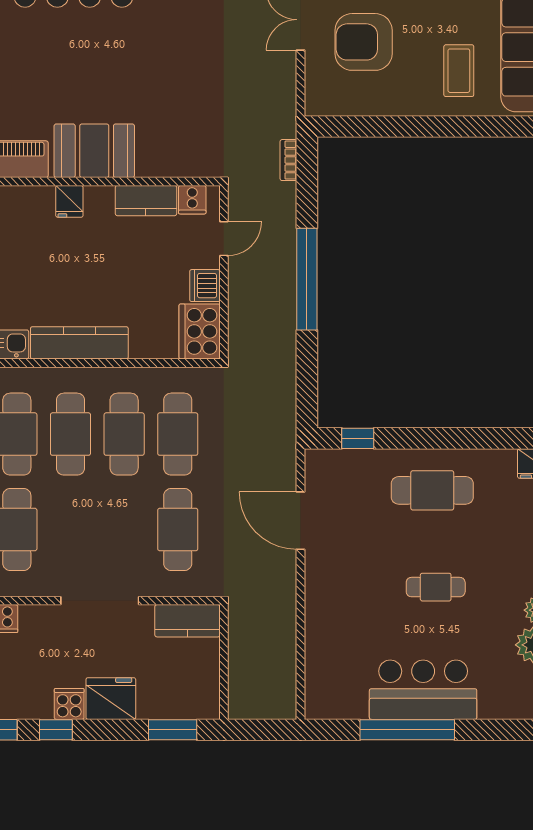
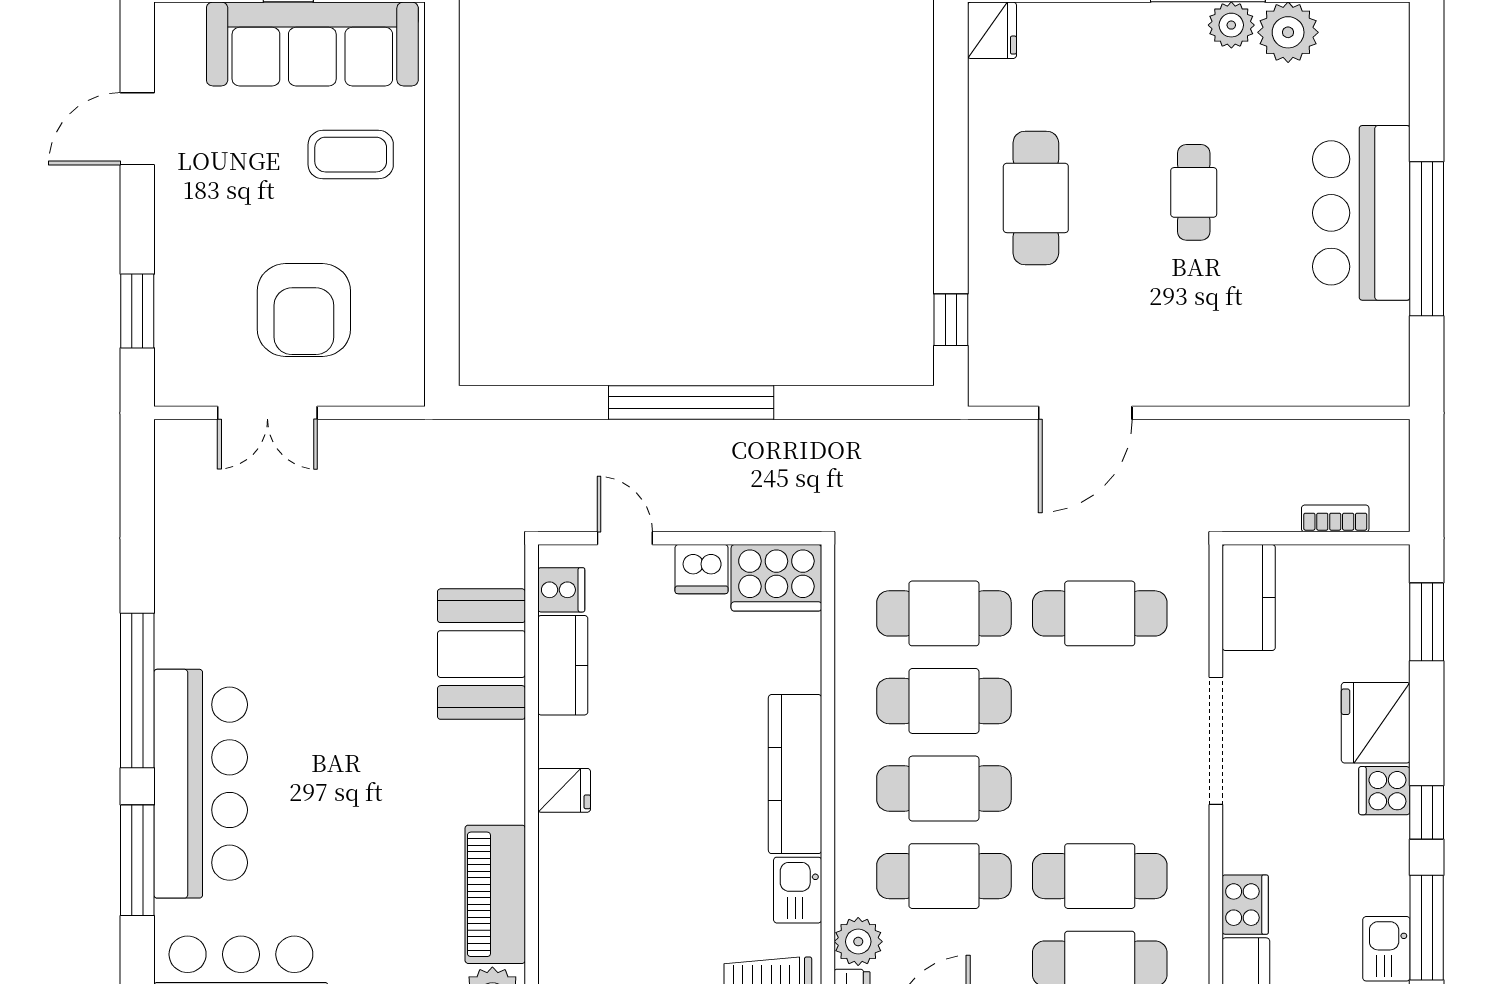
booth: (94, 151) -> (481, 654), moved
bookcase: (288, 160) -> (1335, 518), moved, turned 180

